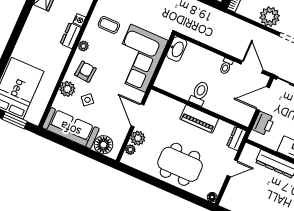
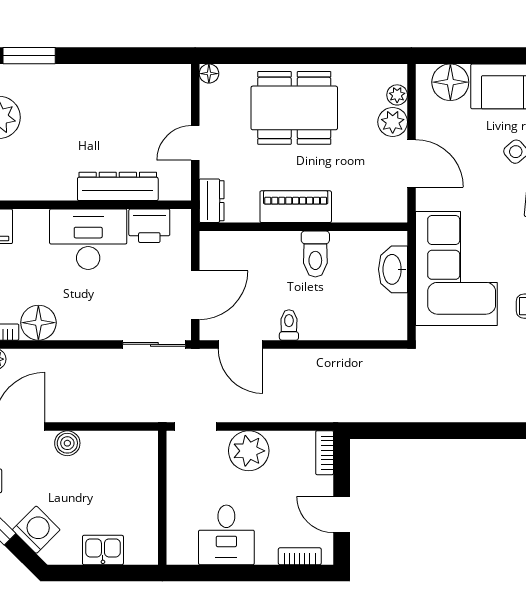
washbasin: (177, 49) -> (393, 269), moved
printer: (263, 123) -> (149, 226), moved, turned -90

